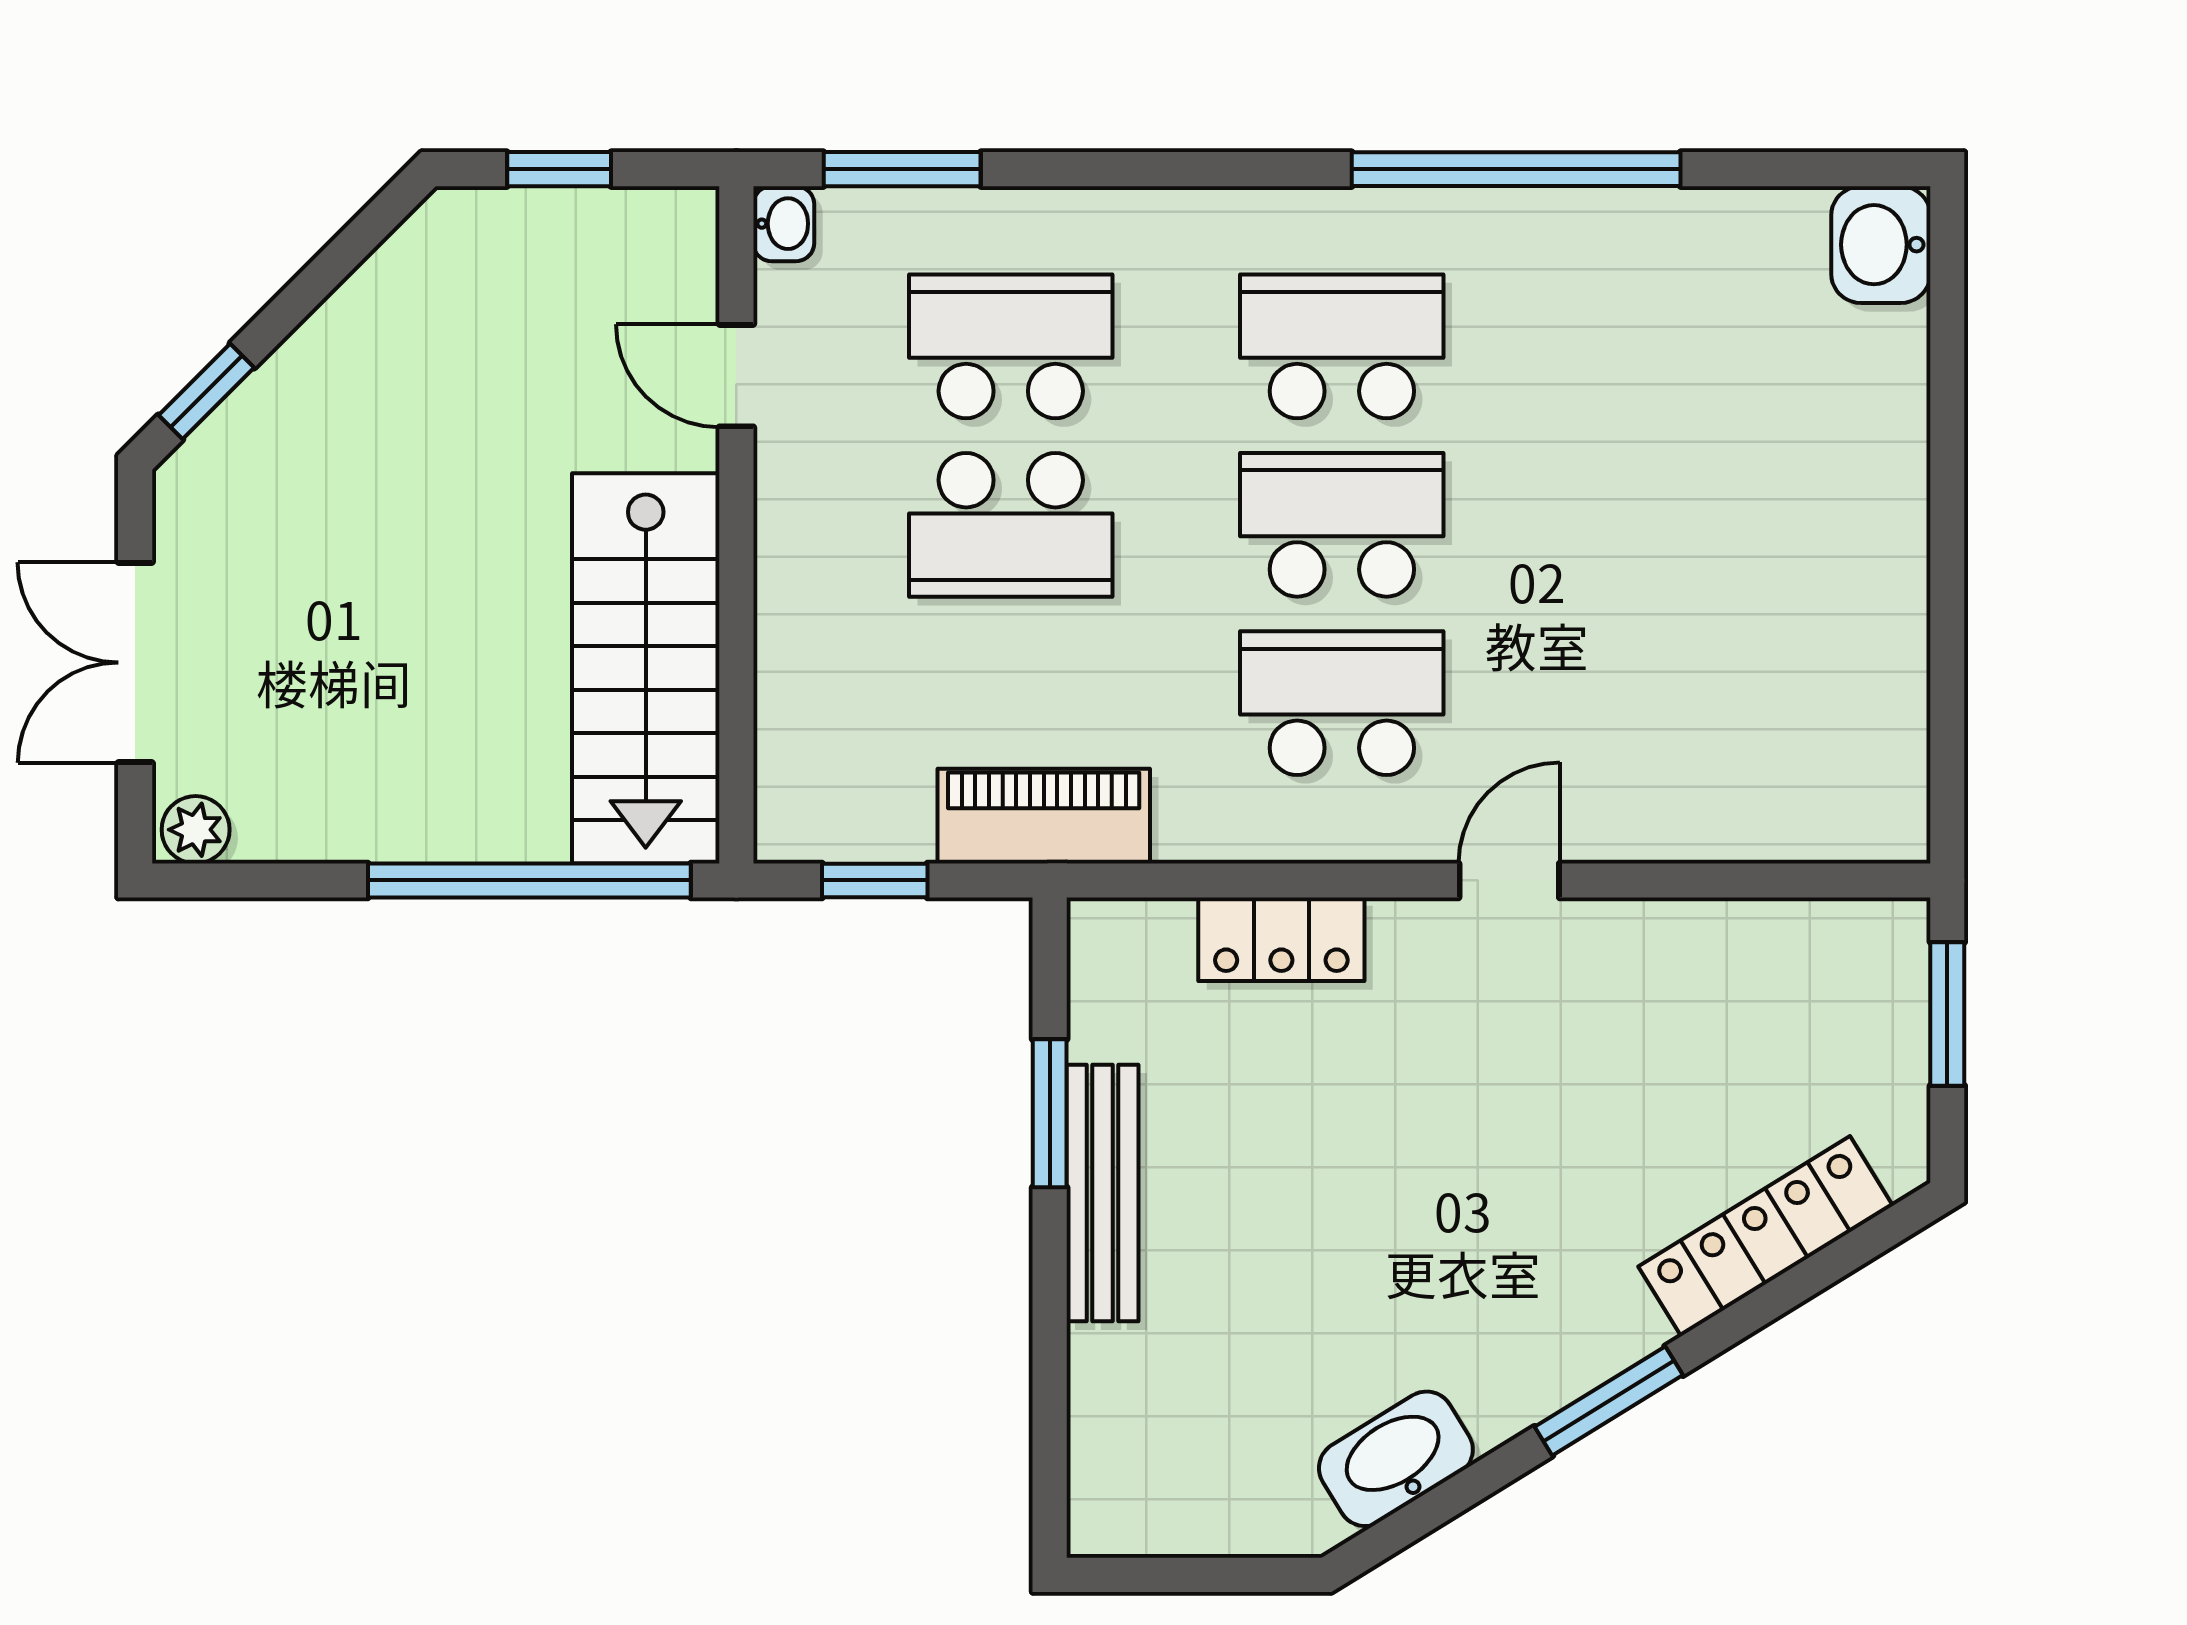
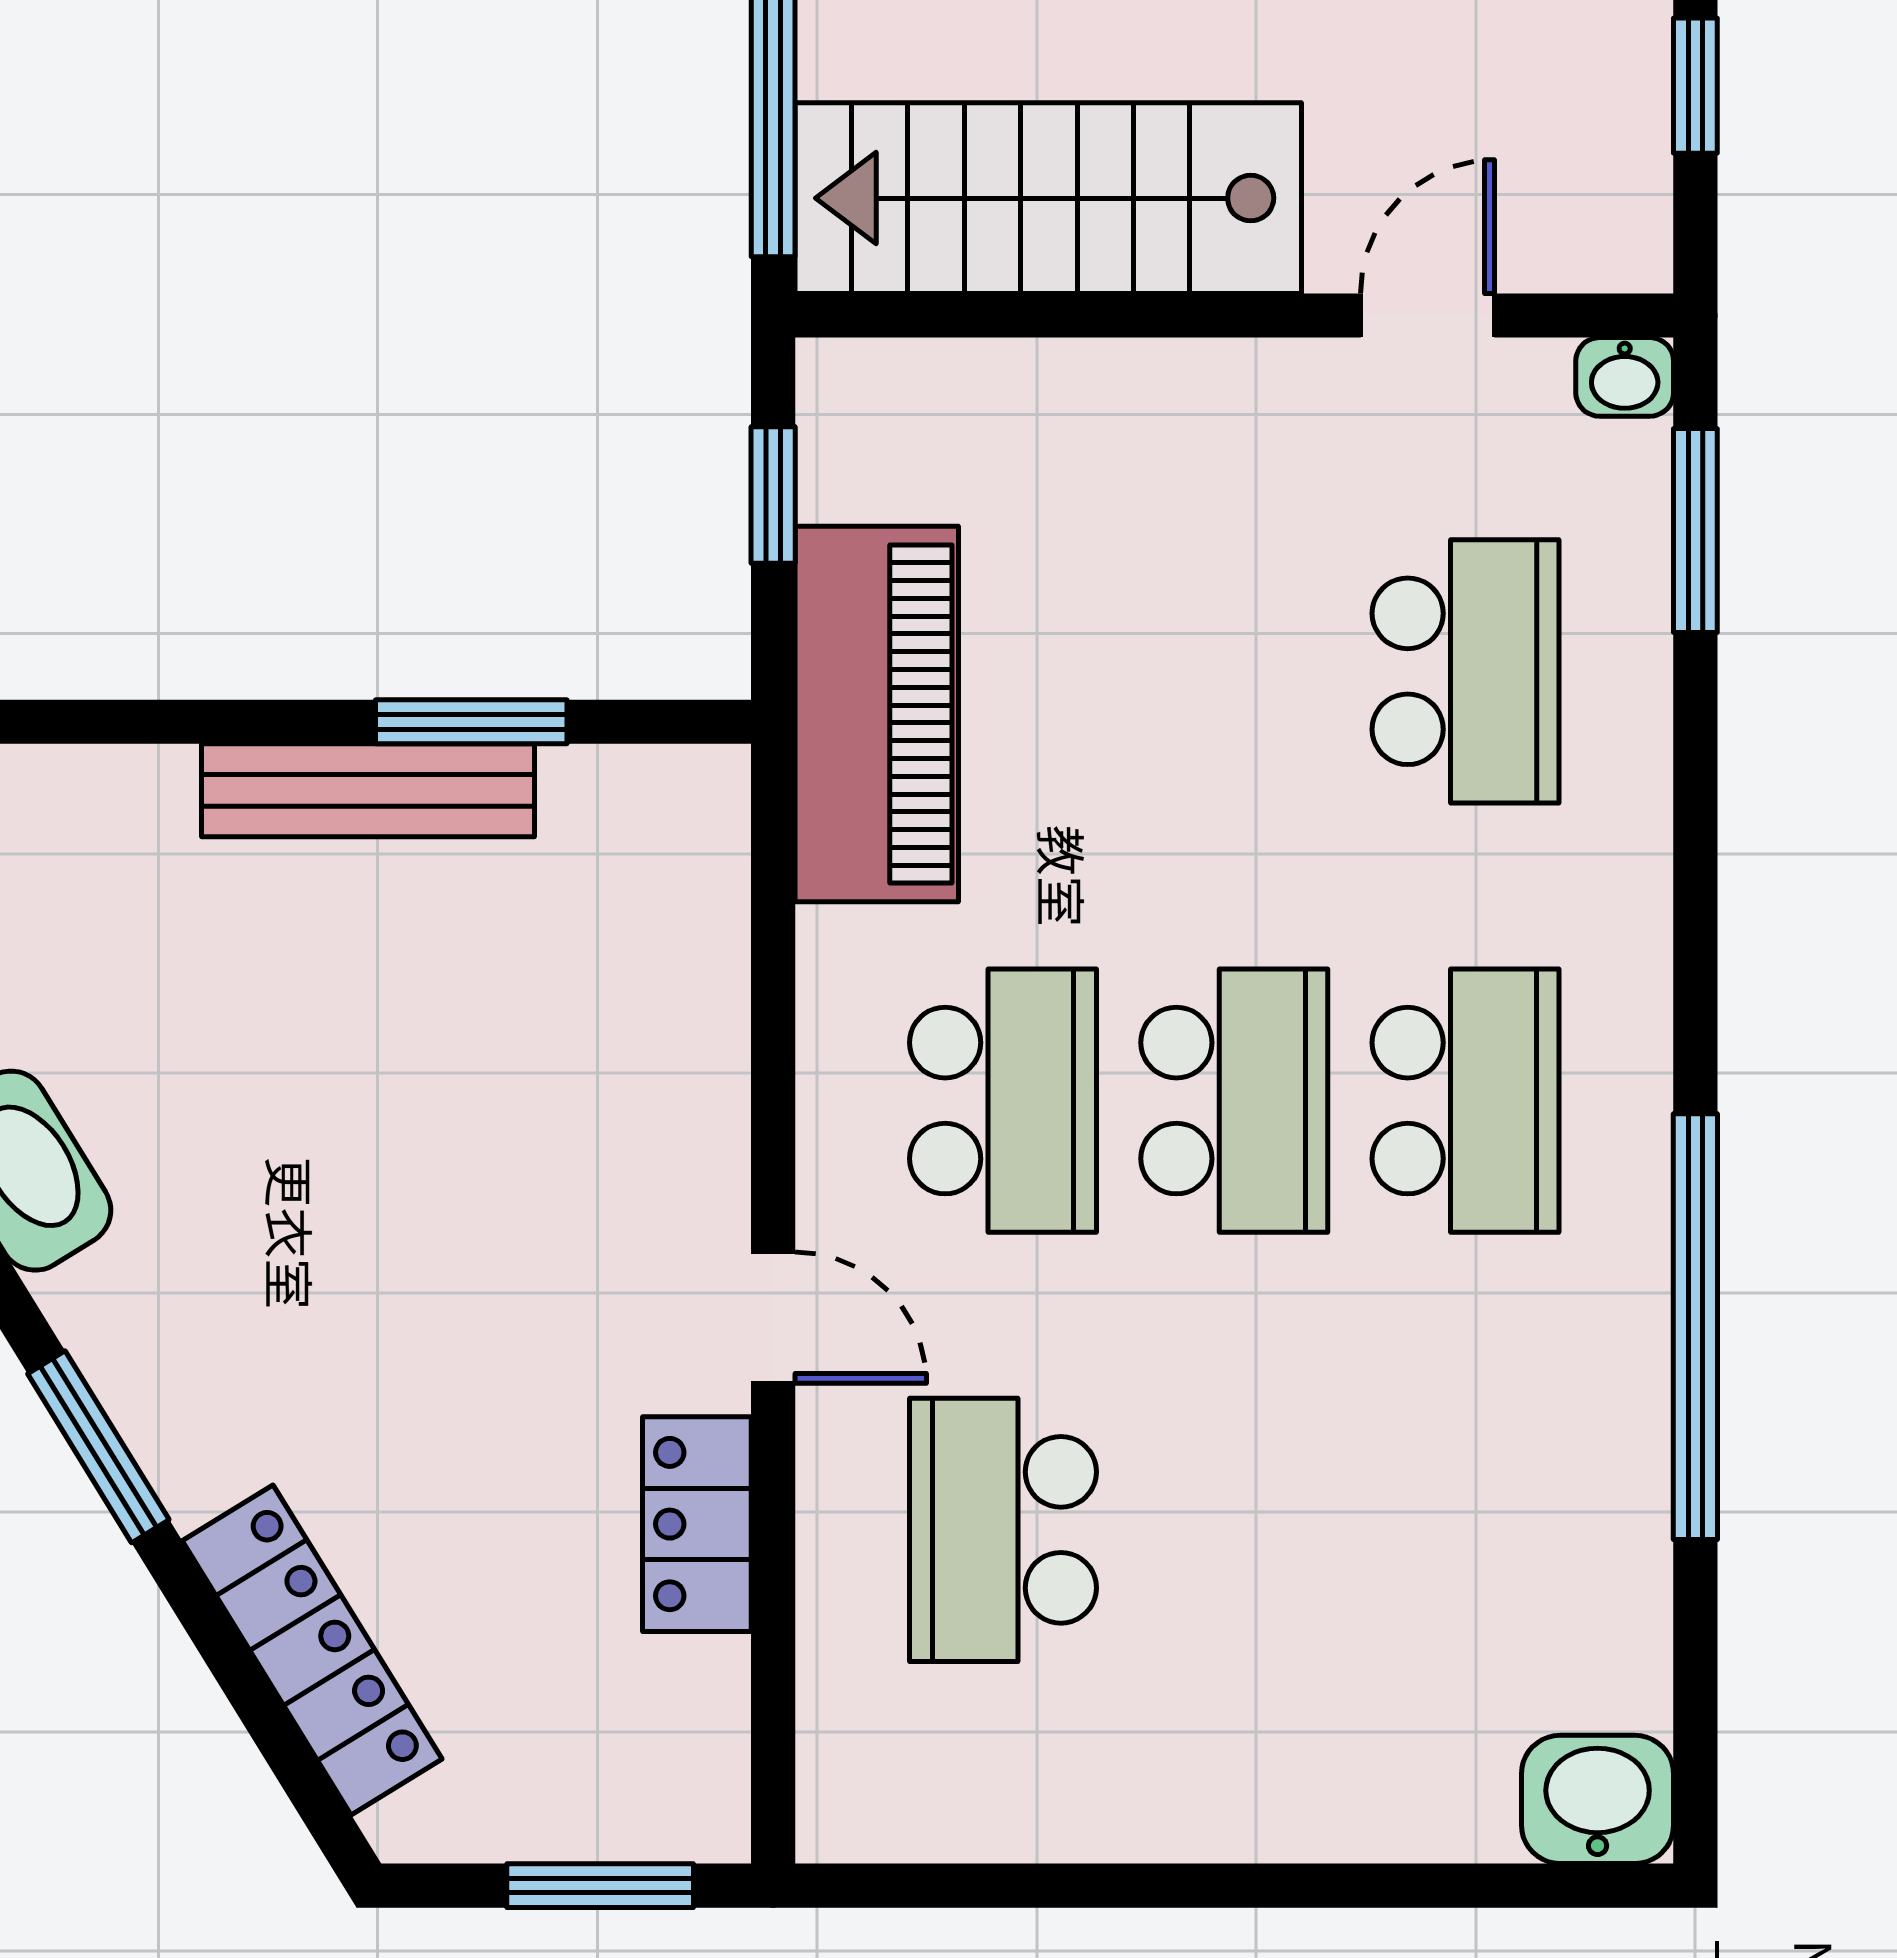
school desk: (1011, 525) -> (1003, 1530), moved
piano: (1044, 816) -> (877, 714), width x1.37, depth x1.33
locker: (1281, 939) -> (697, 1524), moved

